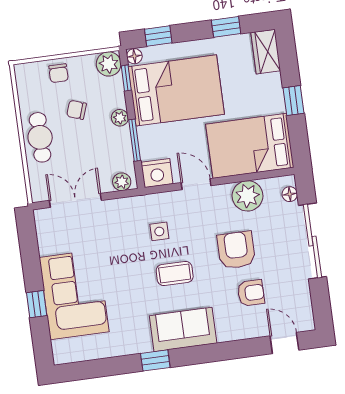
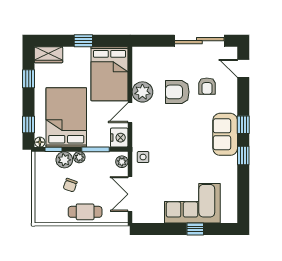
plant: (109, 64) -> (64, 160), moved
chair: (59, 73) -> (44, 194), removed
floor lamp: (290, 194) -> (145, 52), removed
plant: (248, 196) -> (142, 92), moved
side table: (159, 231) -> (143, 157), moved
sliding door: (312, 241) -> (199, 41), moved
coffee table: (175, 273) -> (187, 135), removed
armchair: (251, 293) -> (207, 86), turned 180
door: (284, 343) -> (243, 68), hinge flipped
window: (201, 354) -> (243, 125), added

